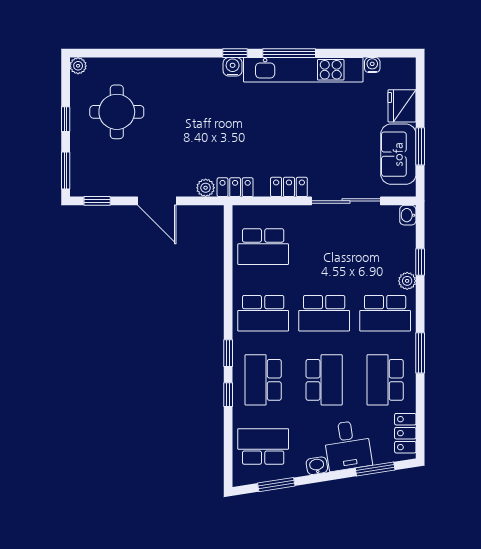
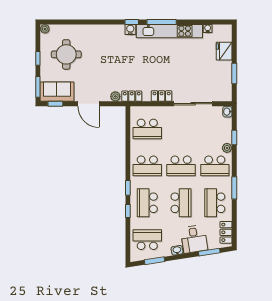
sofa: (398, 154) -> (57, 92), moved, turned 90

